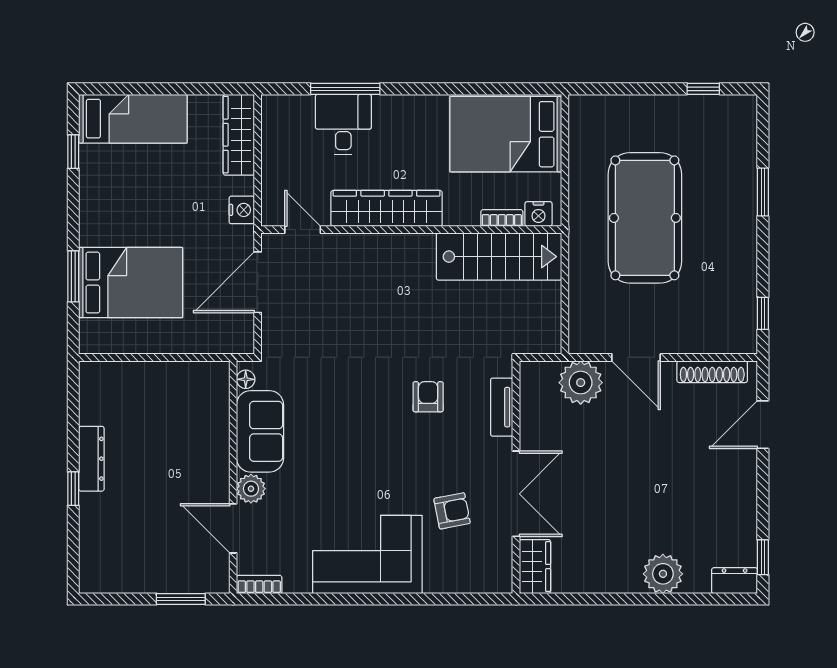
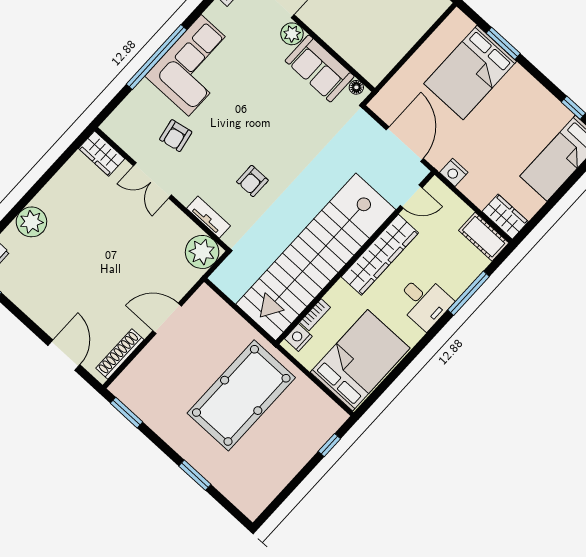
window: (703, 89) -> (329, 445), moved
cot: (277, 124) -> (484, 237), added
desk: (343, 124) -> (424, 302), moved
wardrobe: (239, 135) -> (505, 217), width x0.67
pool table: (645, 218) -> (241, 395), turned 90
stairs: (499, 257) -> (316, 257), width x1.86, depth x1.51
window: (763, 313) -> (126, 413), width x1.50
plant: (581, 383) -> (202, 252), moved
armchair: (428, 397) -> (252, 181), turned 90
double door: (516, 494) -> (152, 180), width x0.73
window: (393, 599) -> (157, 57), added

